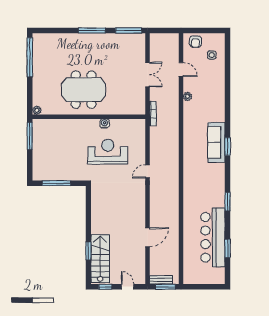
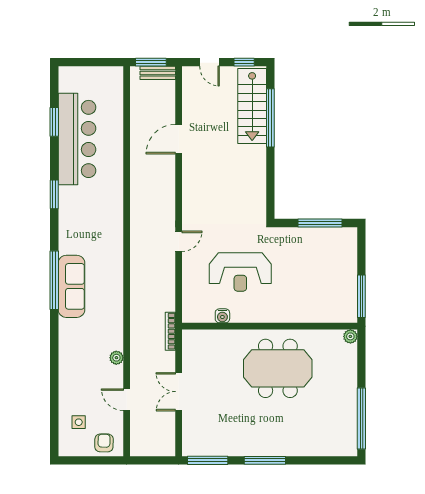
water cooler: (105, 123) -> (222, 316), moved
window: (228, 146) -> (54, 280), width x2.11
window: (88, 251) -> (270, 118), width x2.11

